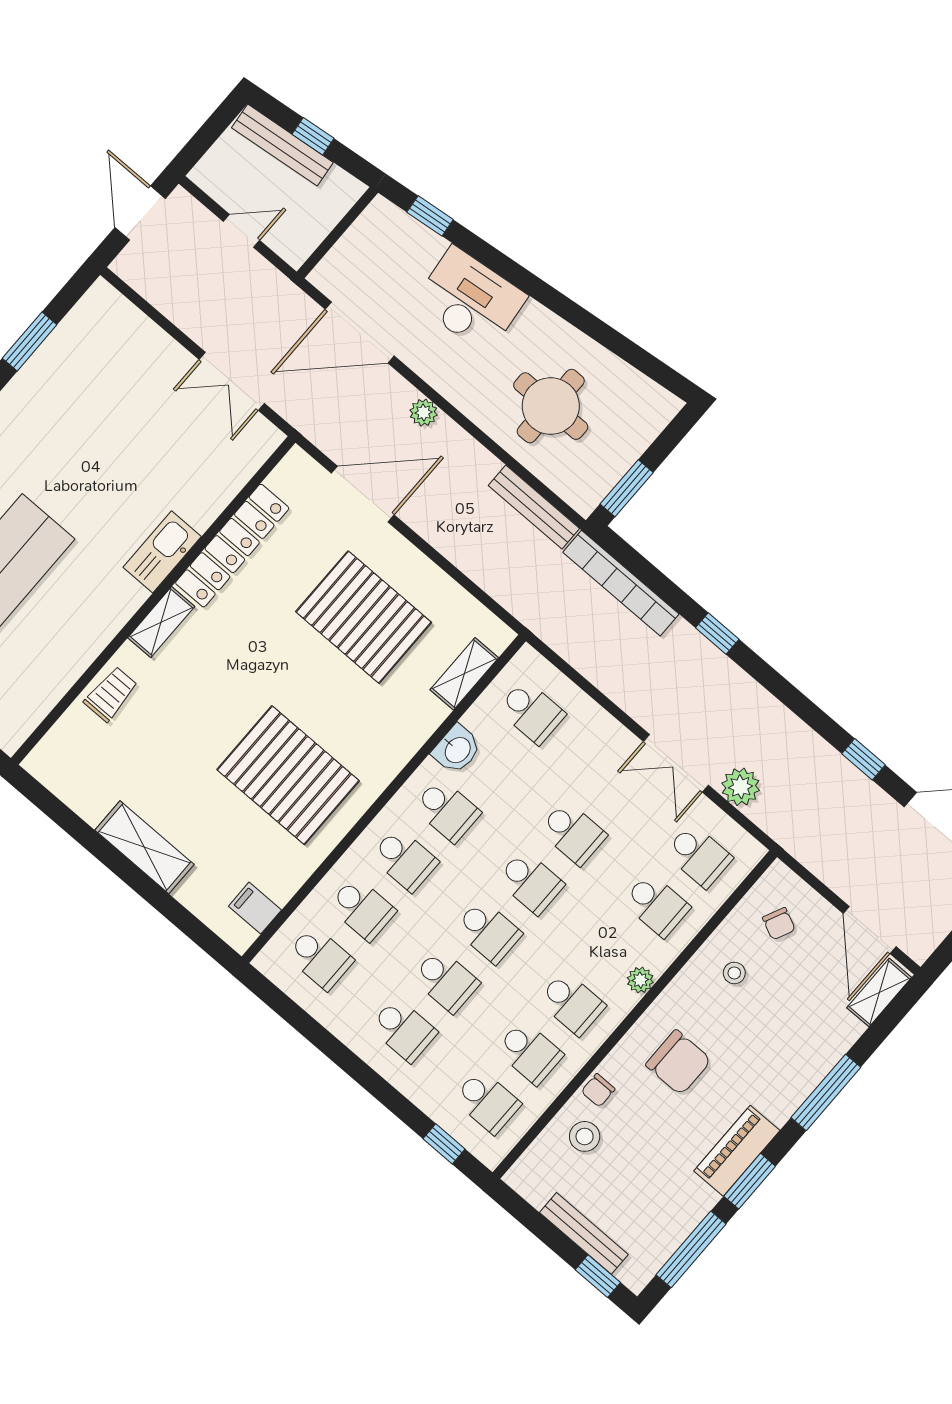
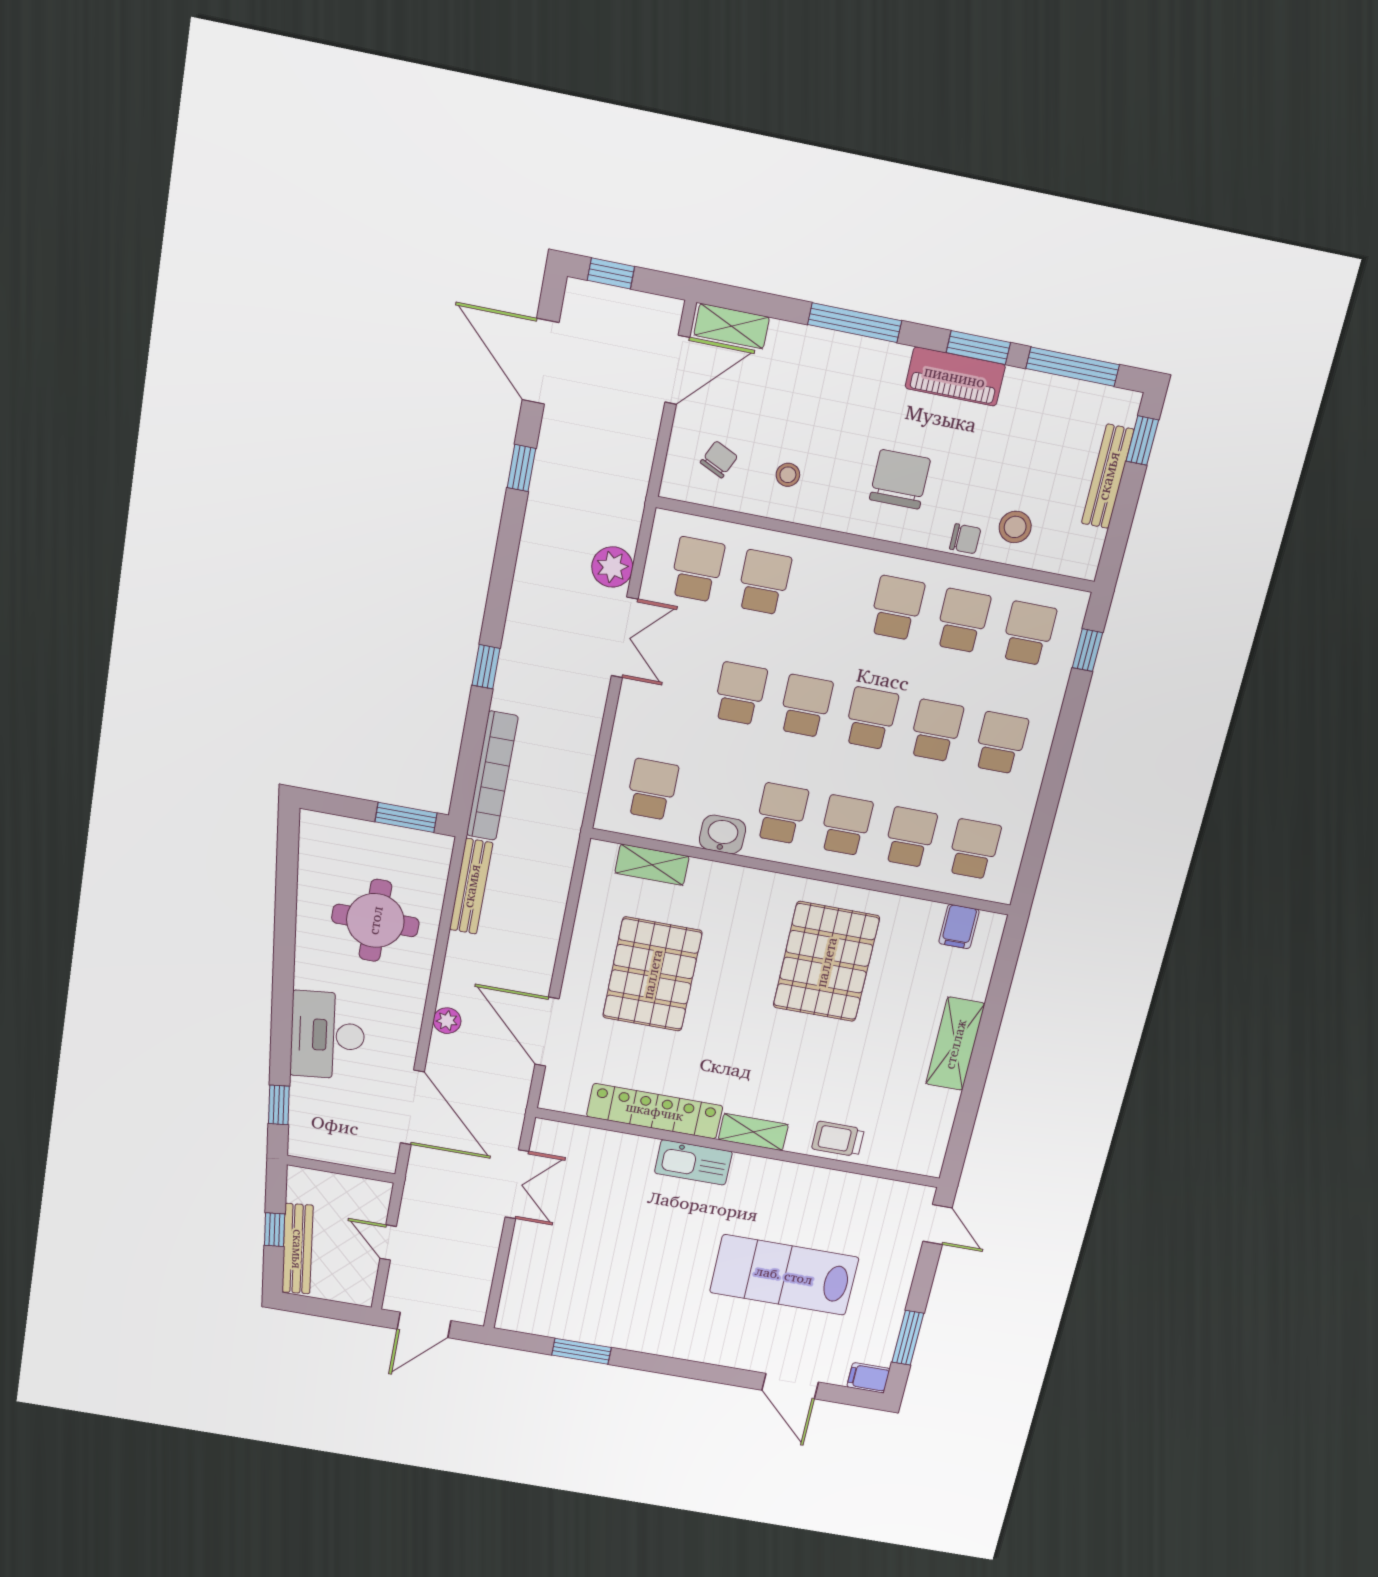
plant: (640, 980) -> (842, 558), removed

